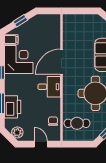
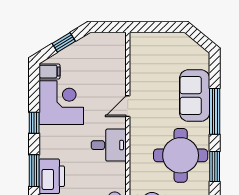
door: (61, 62) -> (128, 106), width x0.53

